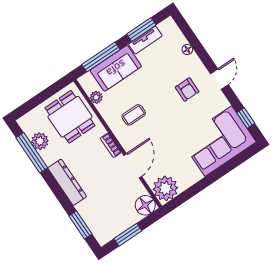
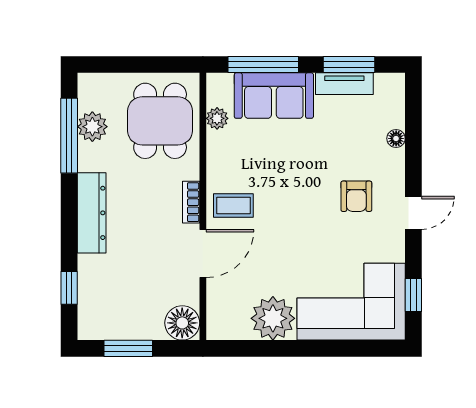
coffee table: (134, 115) -> (233, 205), moved
plant: (165, 188) -> (273, 318), moved
window: (80, 225) -> (69, 288), width x0.67

